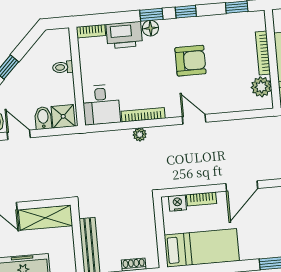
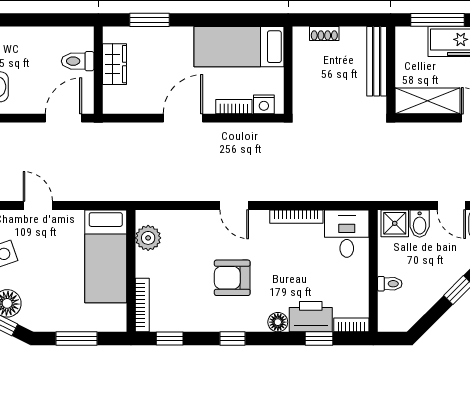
window: (151, 15) -> (319, 339), moved
bookcase: (263, 53) -> (142, 305), moved
plant: (140, 135) -> (303, 193), removed

